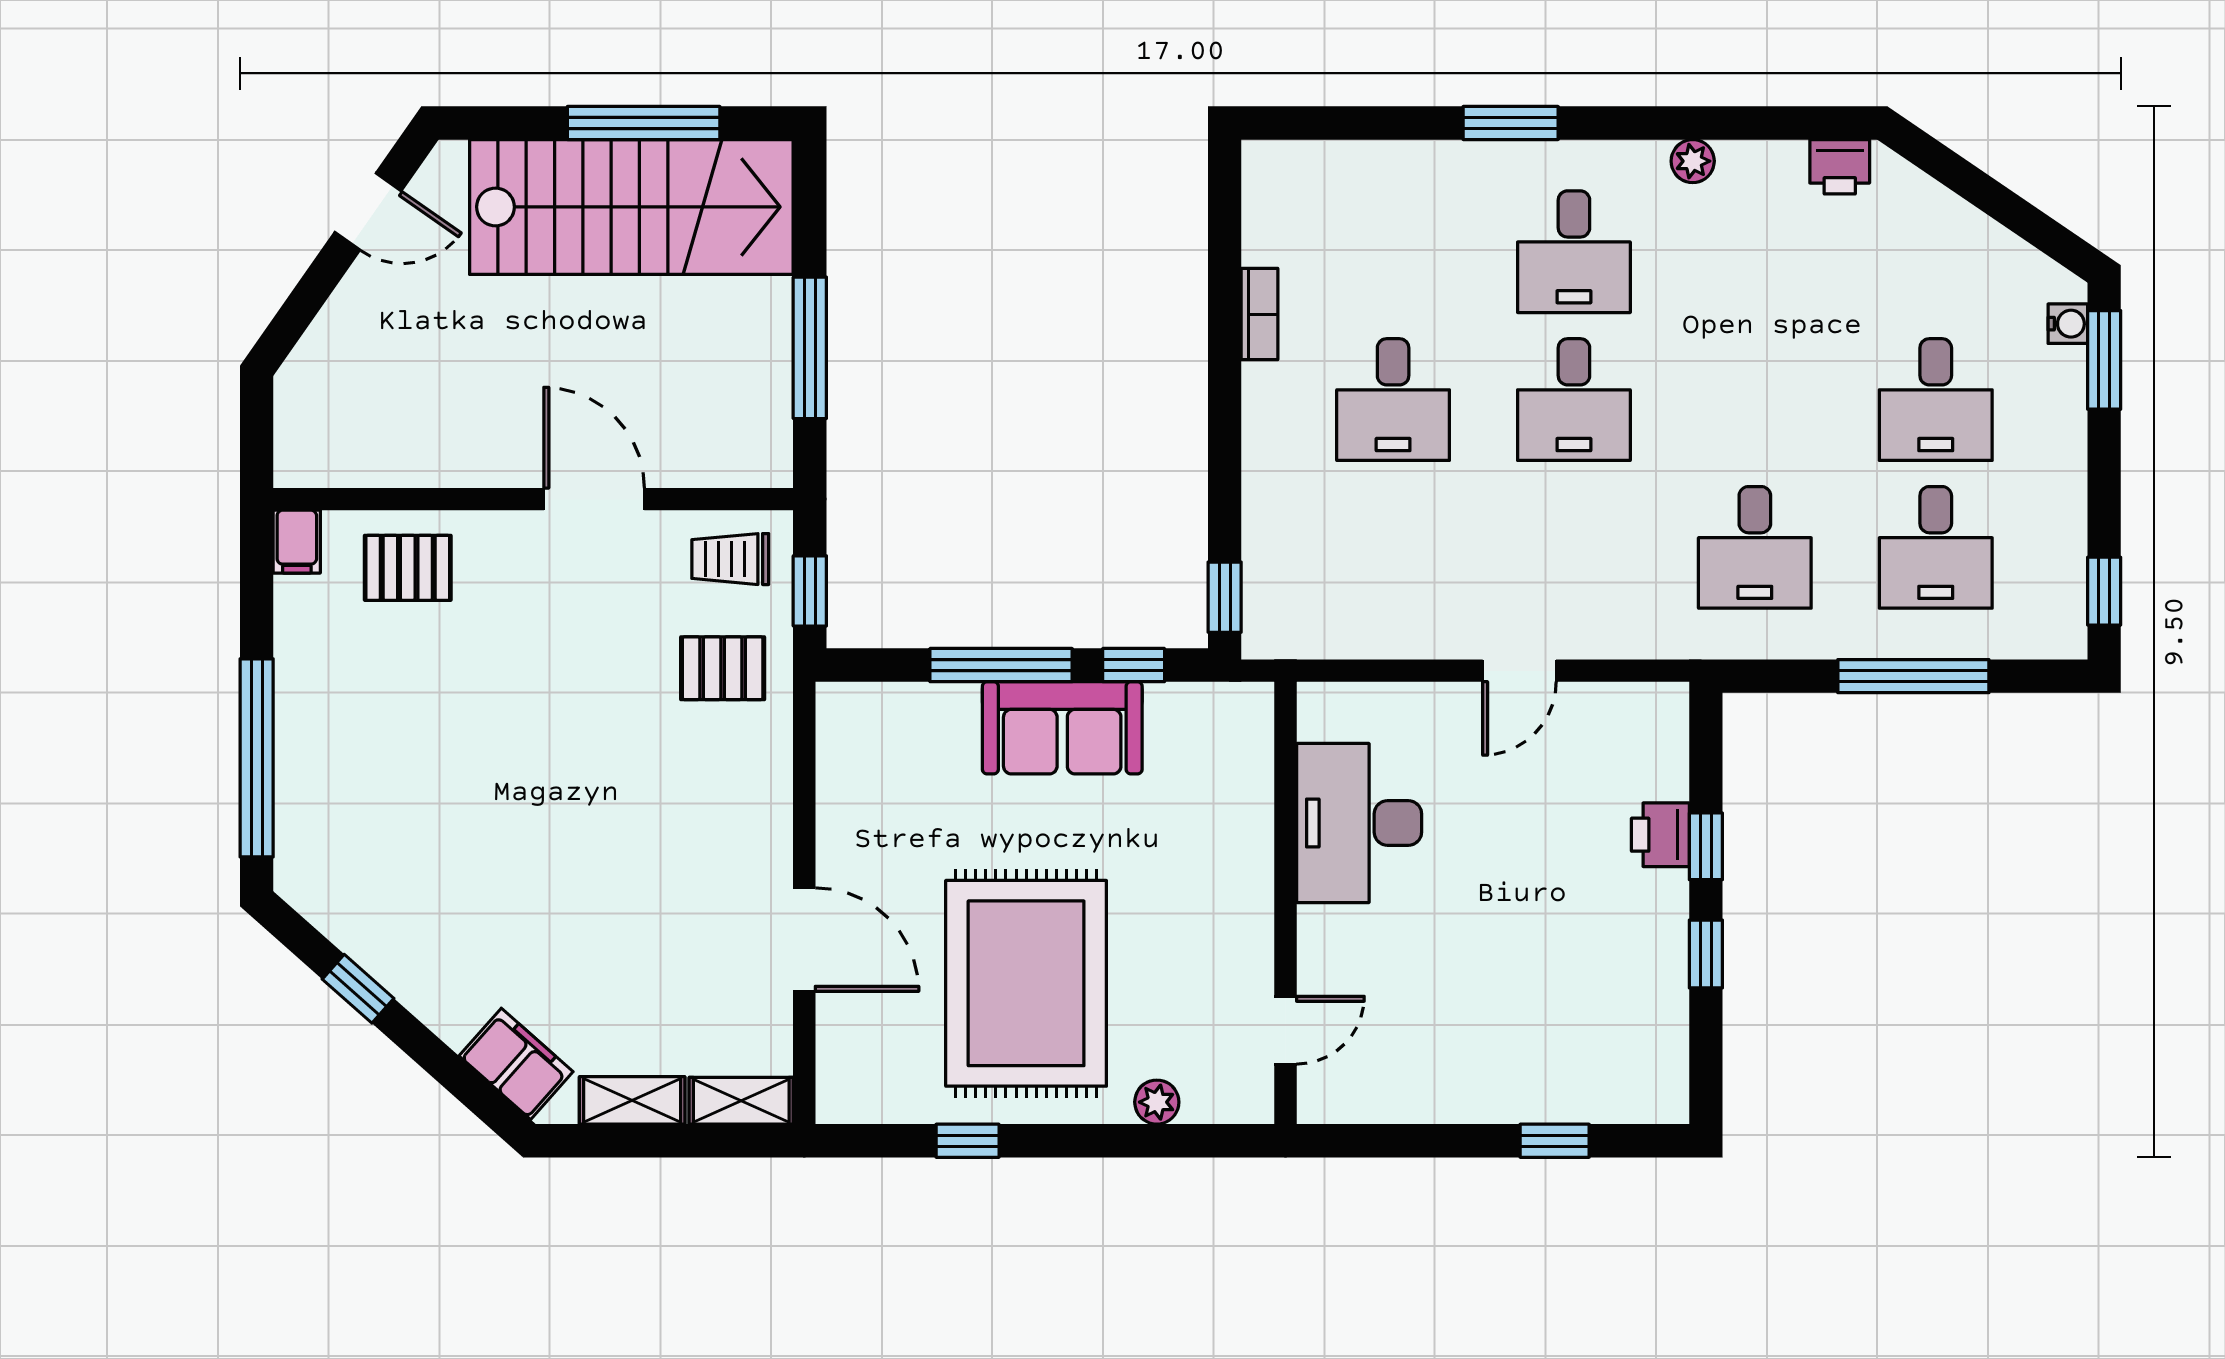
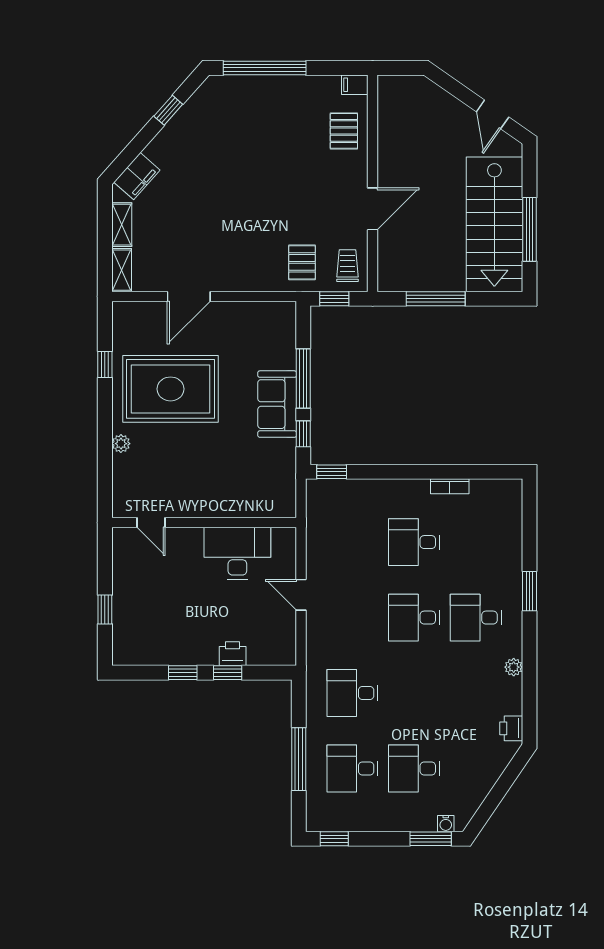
desk: (1359, 823) -> (237, 553), moved
wall: (1285, 903) -> (204, 523), moved
door: (1285, 1030) -> (151, 523), moved

